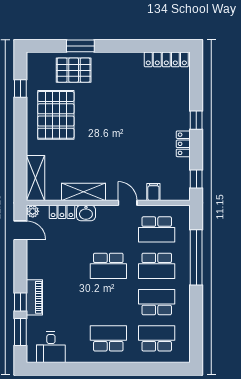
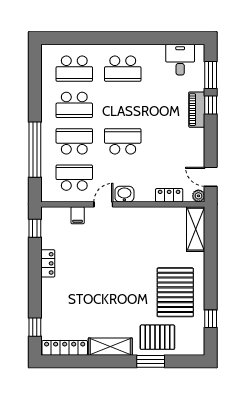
window: (196, 120) -> (35, 327), moved
shelving: (84, 192) -> (110, 347), moved
door: (128, 203) -> (103, 204), swing flipped
washbasin: (86, 213) -> (124, 194), moved

